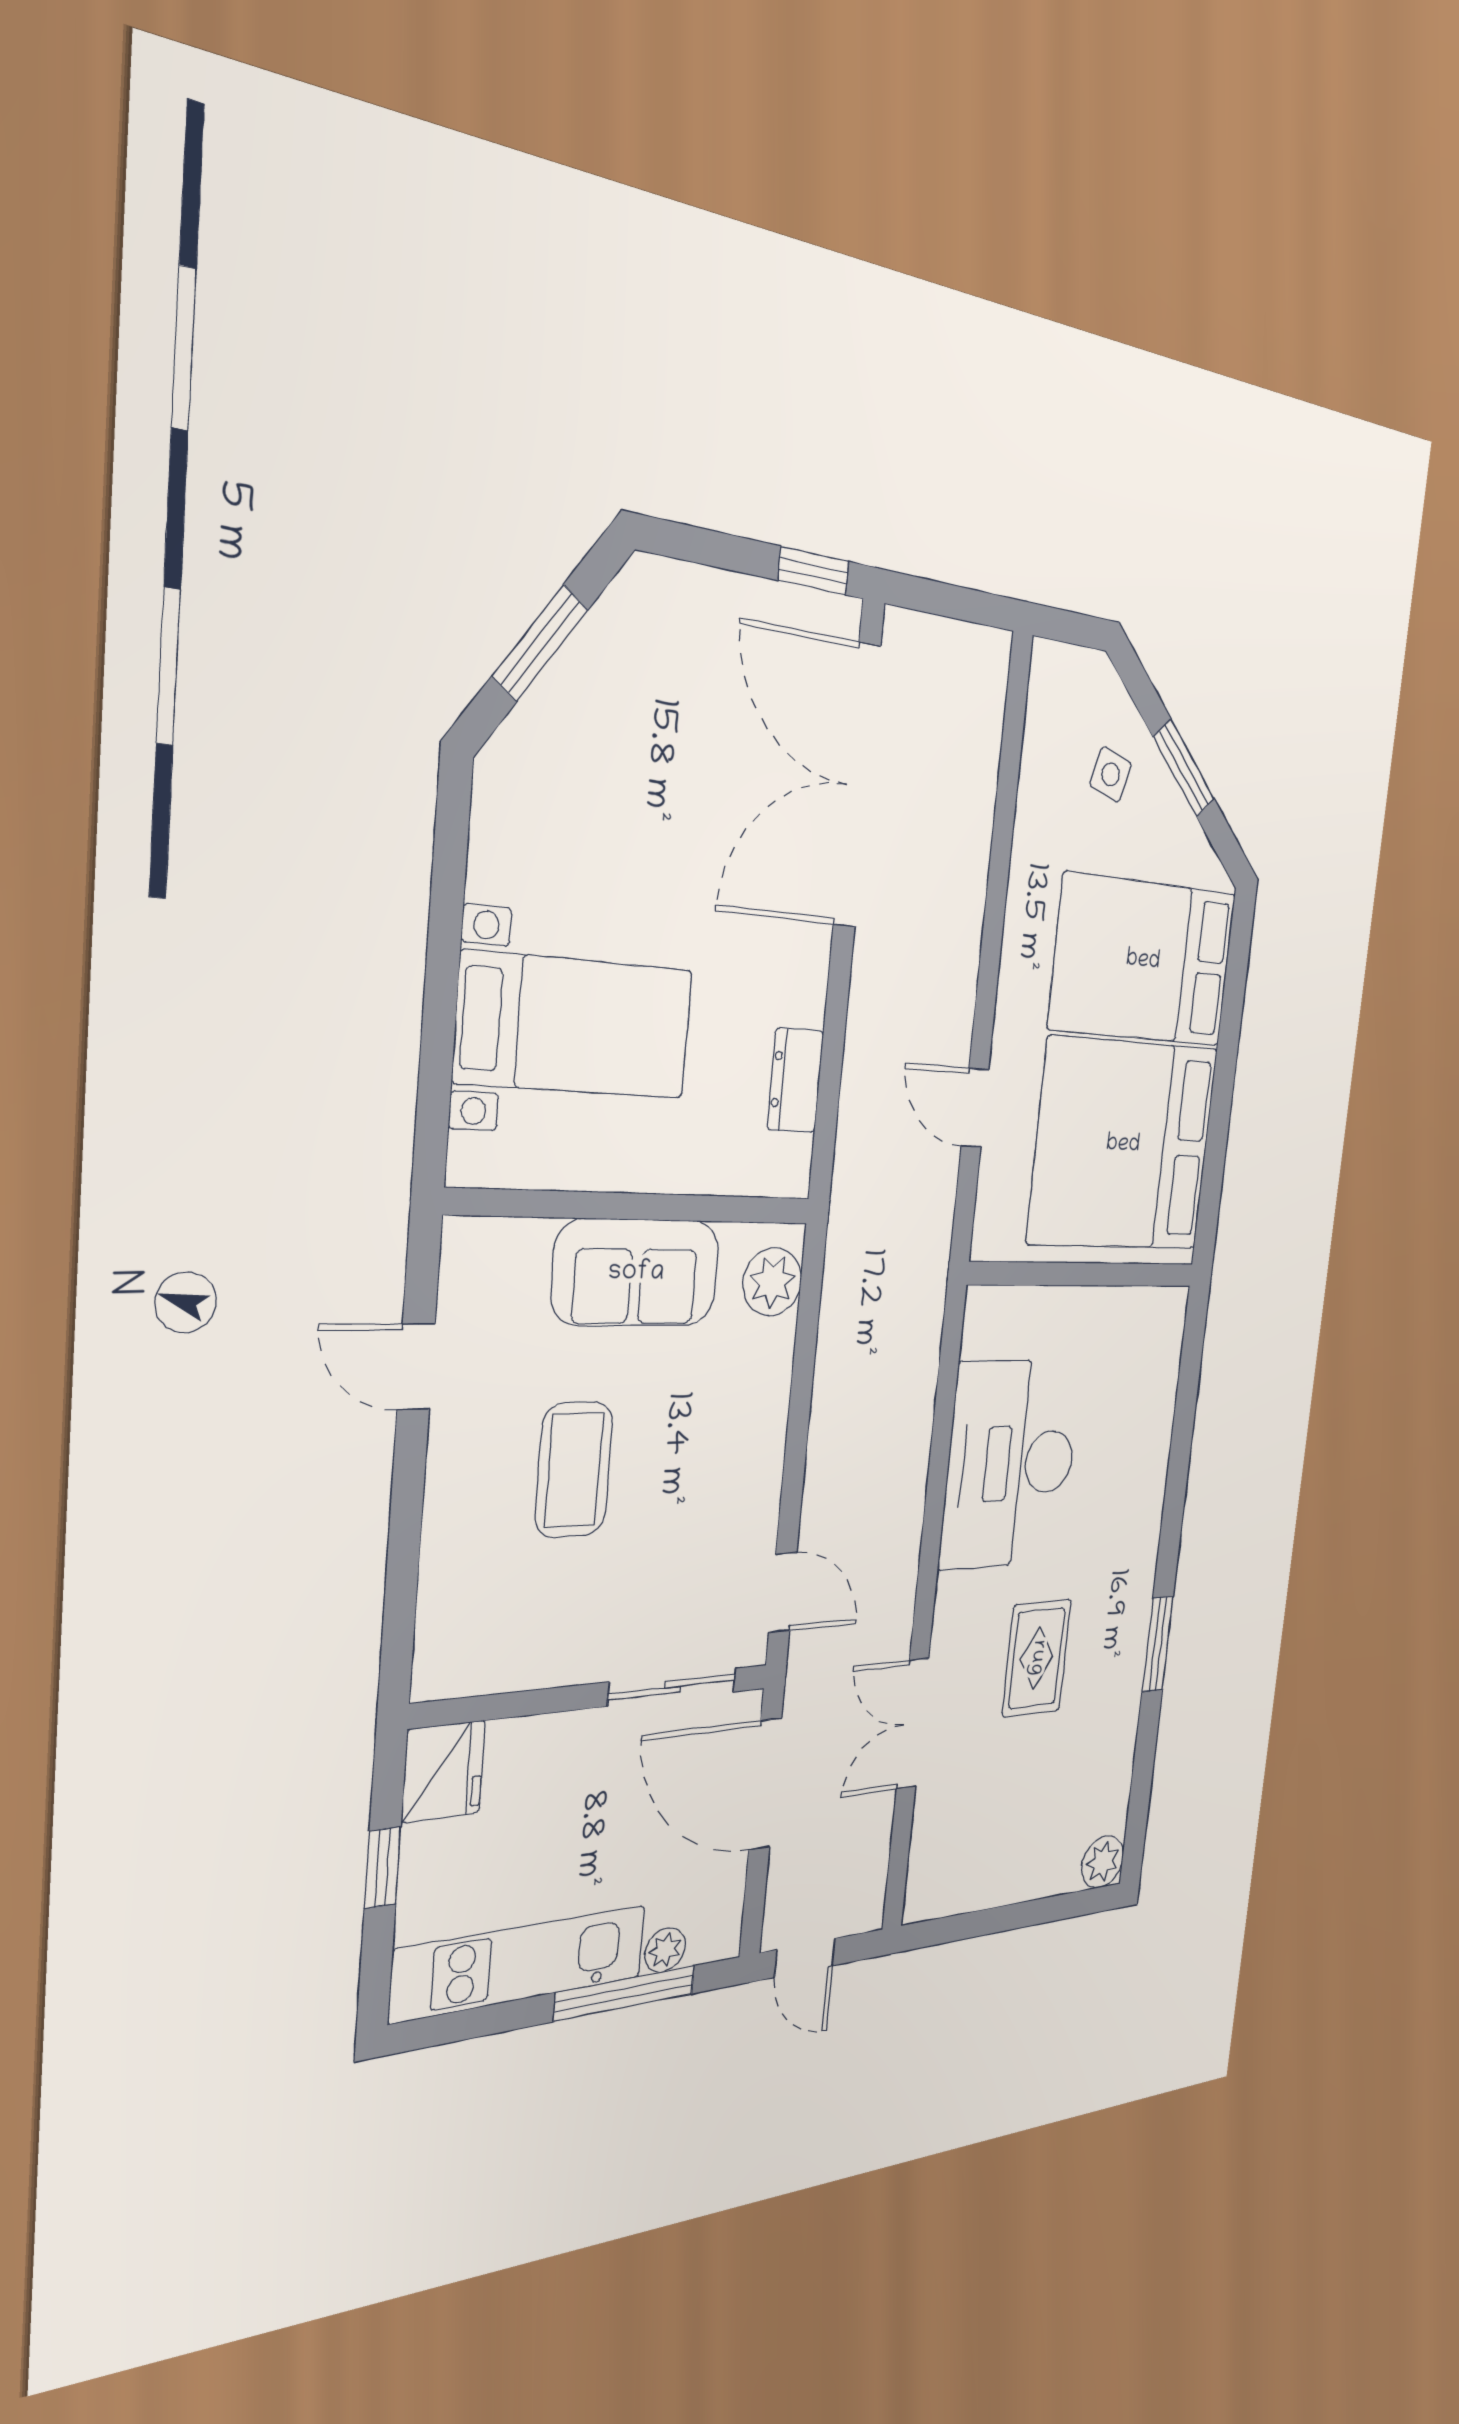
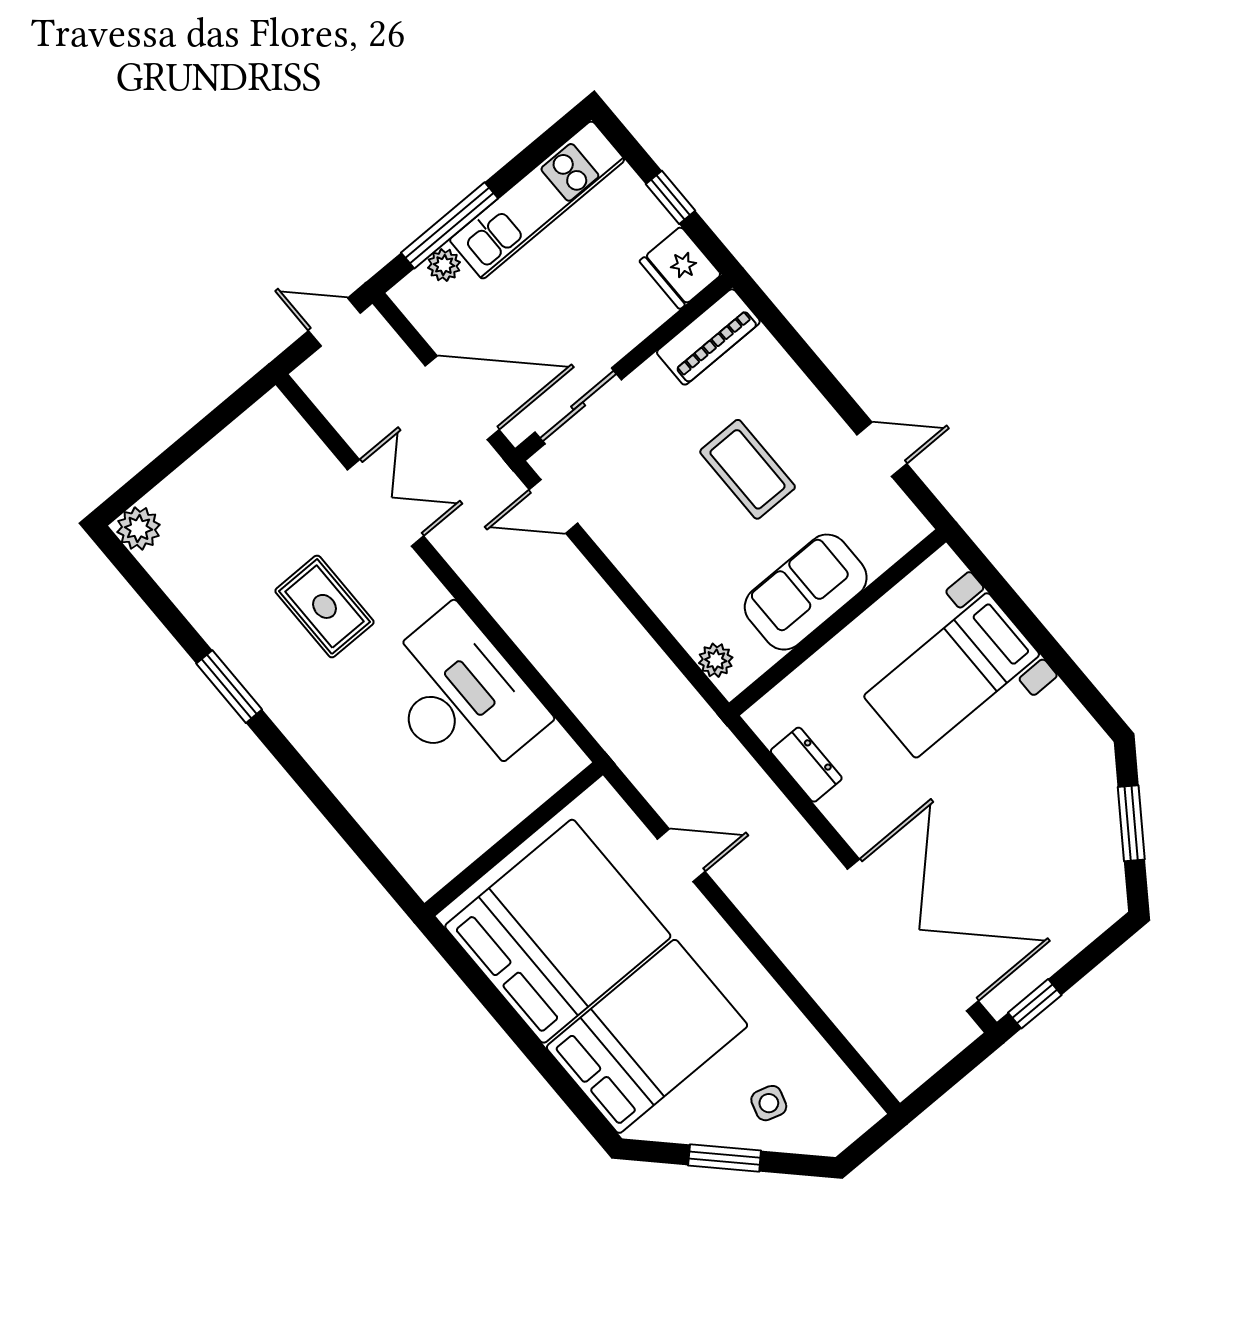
plant: (772, 1282) -> (716, 660), width x0.73, depth x0.73
piano: (483, 1663) -> (708, 337), added

